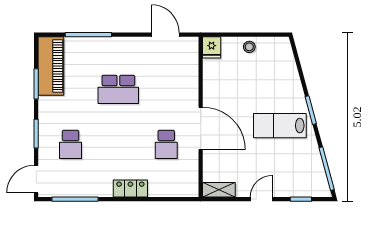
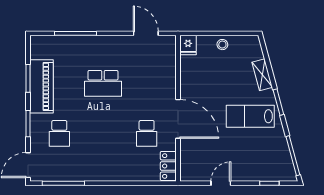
piano: (51, 66) -> (41, 86), moved
locker: (130, 188) -> (168, 166), moved, turned -90
shelving: (219, 190) -> (262, 75), moved, turned 75
door: (261, 199) -> (221, 183), moved

